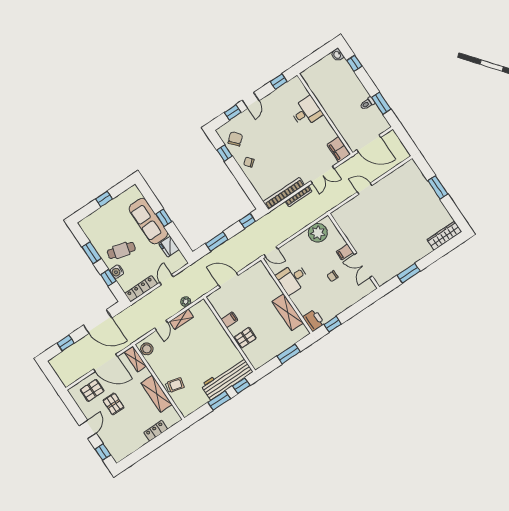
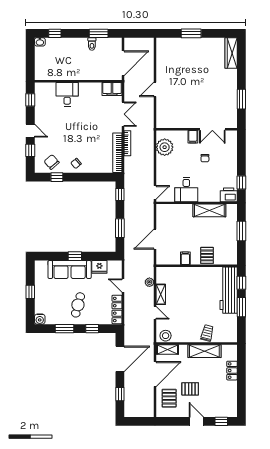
water cooler: (117, 272) -> (40, 319), moved

